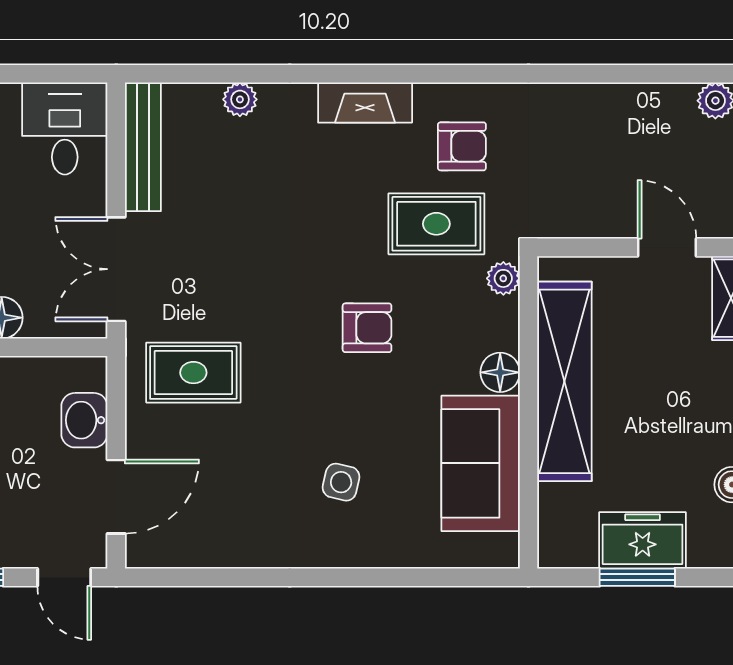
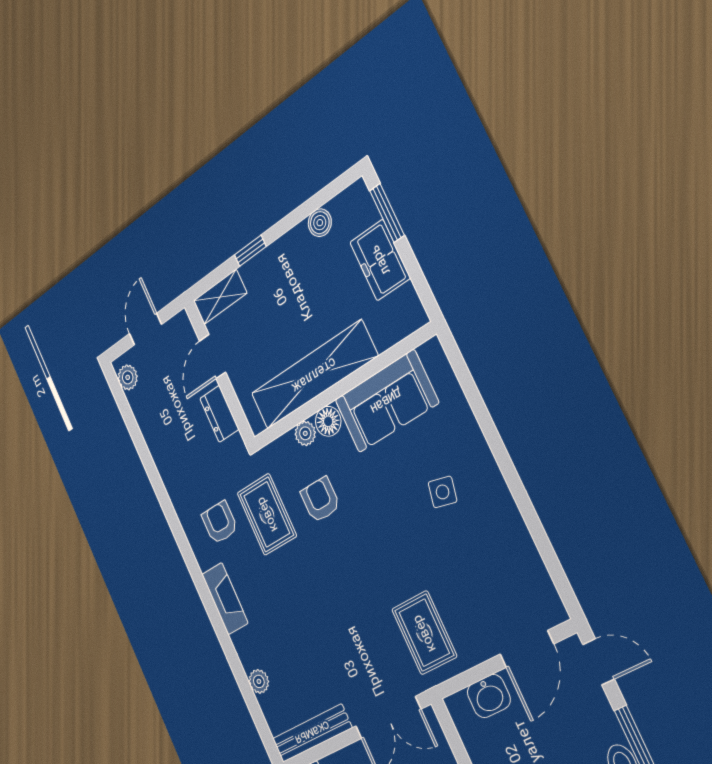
dresser: (593, 219) -> (219, 414), added
plant: (503, 278) -> (305, 433), moved
armchair: (367, 328) -> (320, 500), moved
door: (116, 497) -> (527, 649), swing flipped
door: (64, 577) -> (598, 662), hinge flipped
window: (637, 577) -> (387, 213), moved

